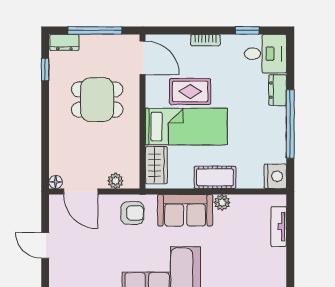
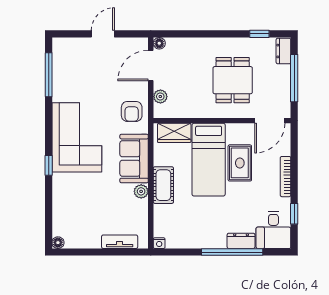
bookcase: (205, 40) -> (286, 177), width x1.56
window: (290, 124) -> (232, 252), moved
nightstand: (275, 176) -> (159, 243), width x0.53, depth x0.56

